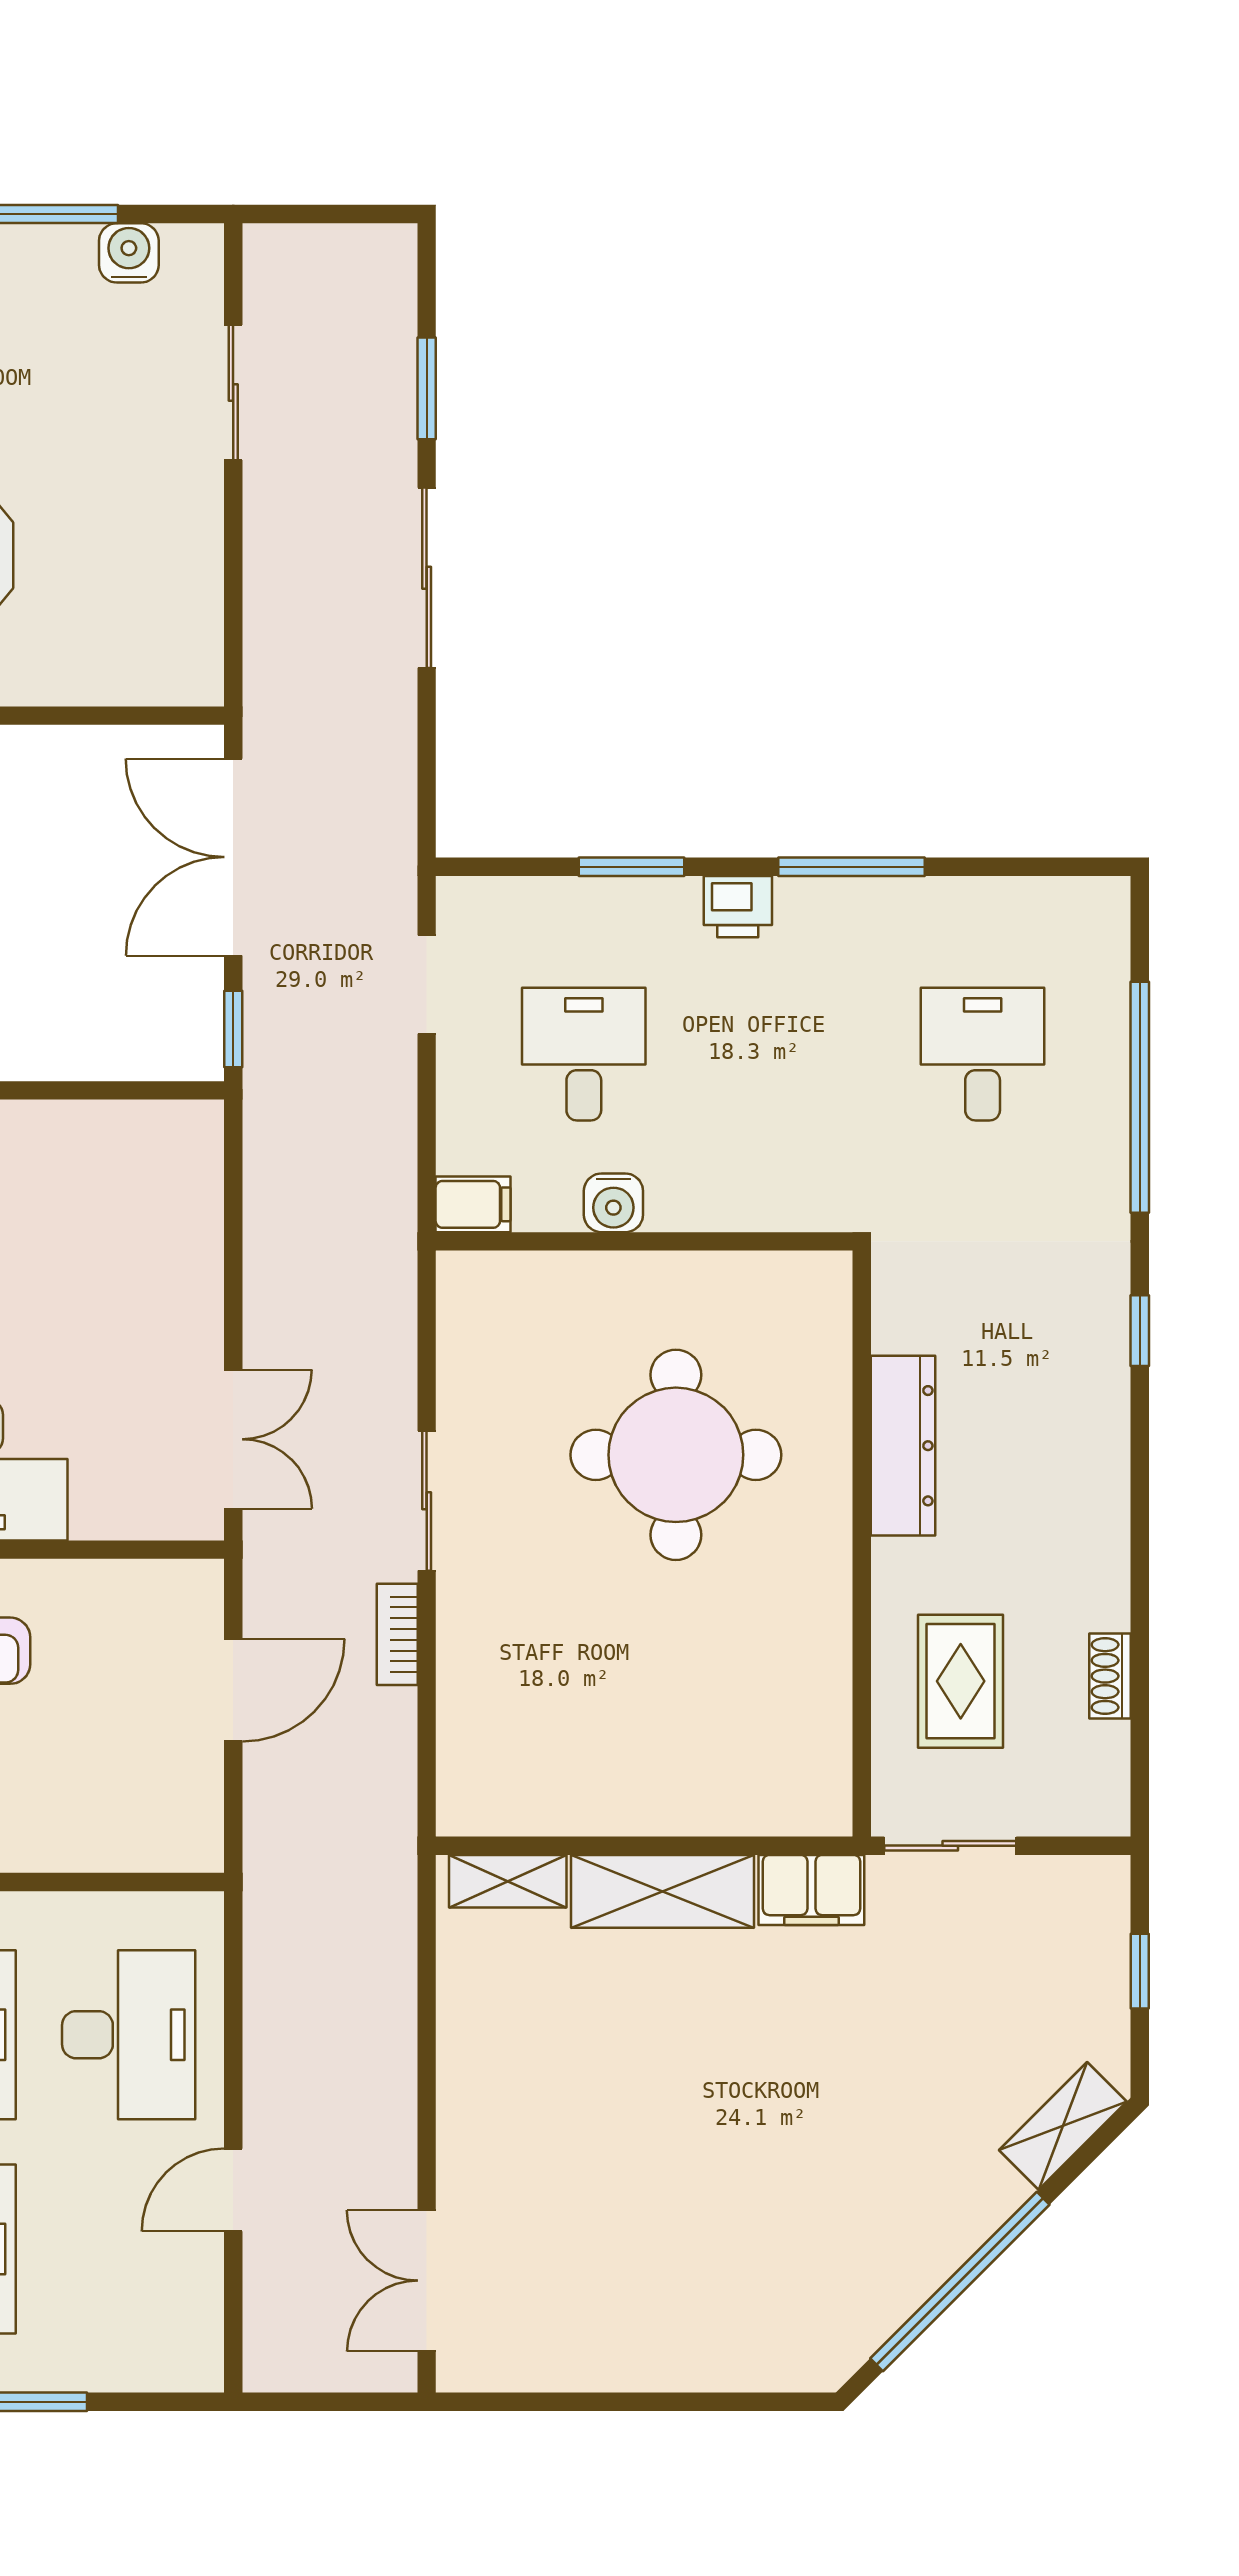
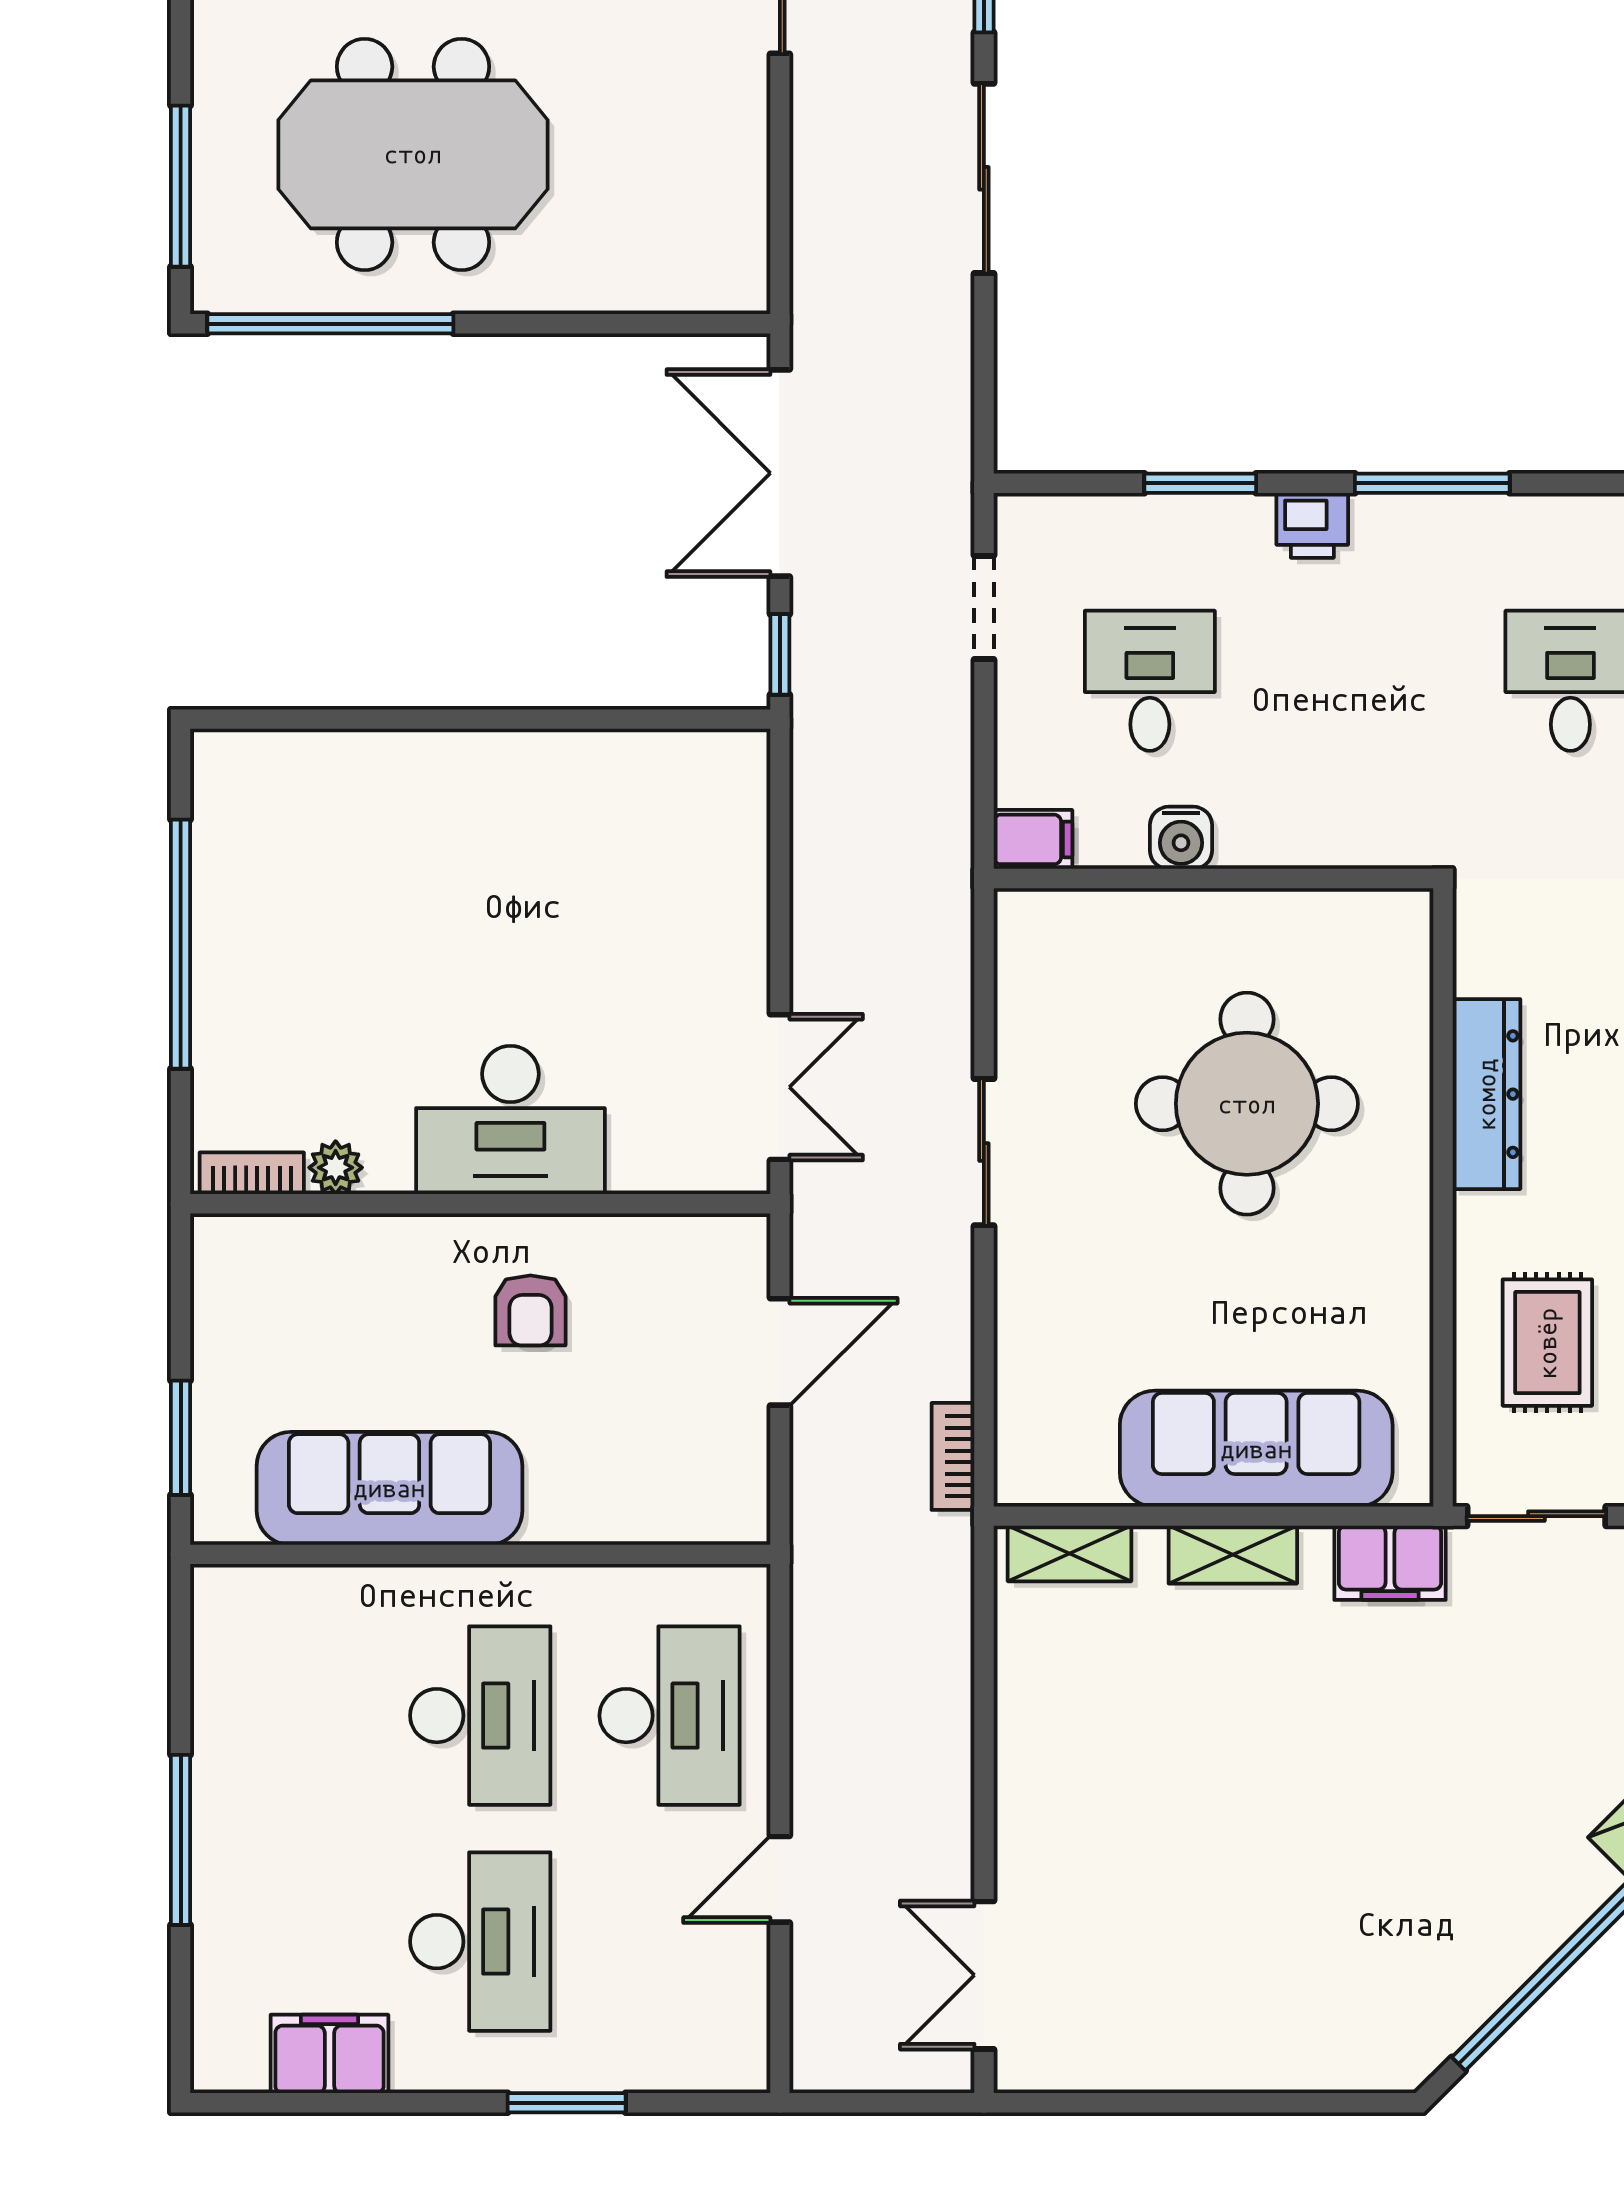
bookcase: (397, 1634) -> (953, 1456), moved
sofa: (685, 1782) -> (1256, 1449), added
shelving: (663, 1891) -> (1233, 1555), width x0.67, depth x0.75

